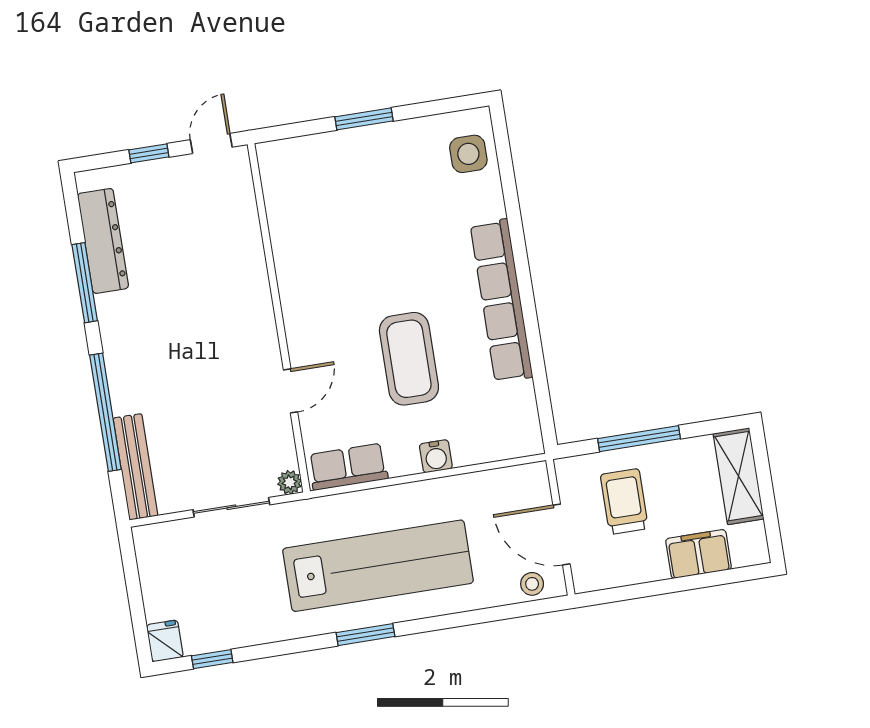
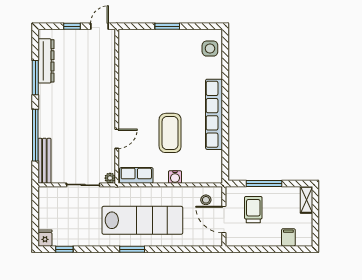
shelving: (738, 476) -> (306, 200), width x0.67, depth x0.75
filing cabinet: (699, 554) -> (288, 237), width x0.50
stool: (532, 584) -> (206, 200), moved

